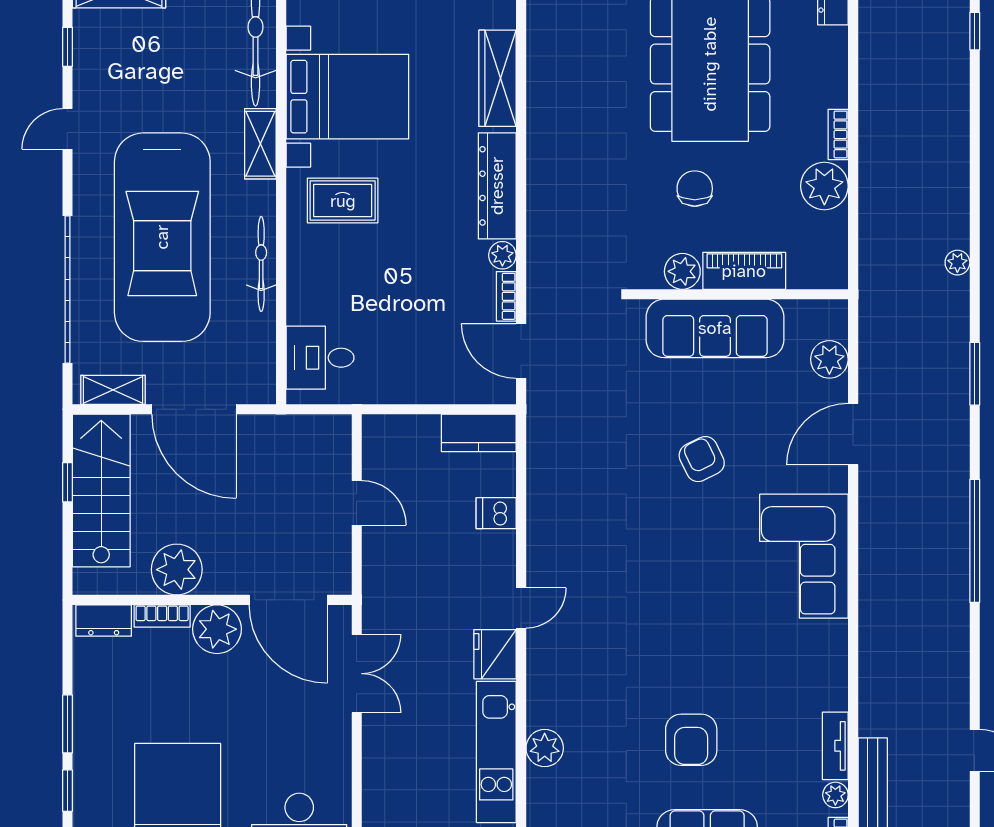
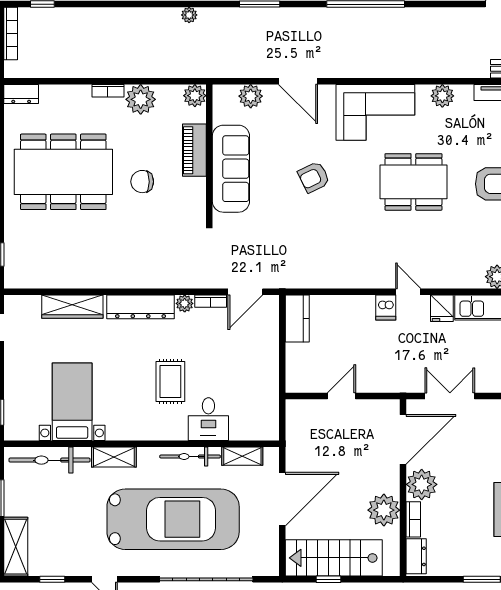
bed with nightstands: (347, 97) -> (72, 402), width x0.73
rug: (343, 201) -> (170, 382), moved
plant: (682, 271) -> (195, 96), moved
desk: (320, 358) -> (208, 419), moved
shelving: (113, 390) -> (242, 456), moved, turned 90
dishwasher: (496, 513) -> (386, 307), moved
dining table: (694, 616) -> (413, 182), added
fridge: (495, 654) -> (442, 308), width x0.72
plant: (830, 662) -> (442, 96), added

